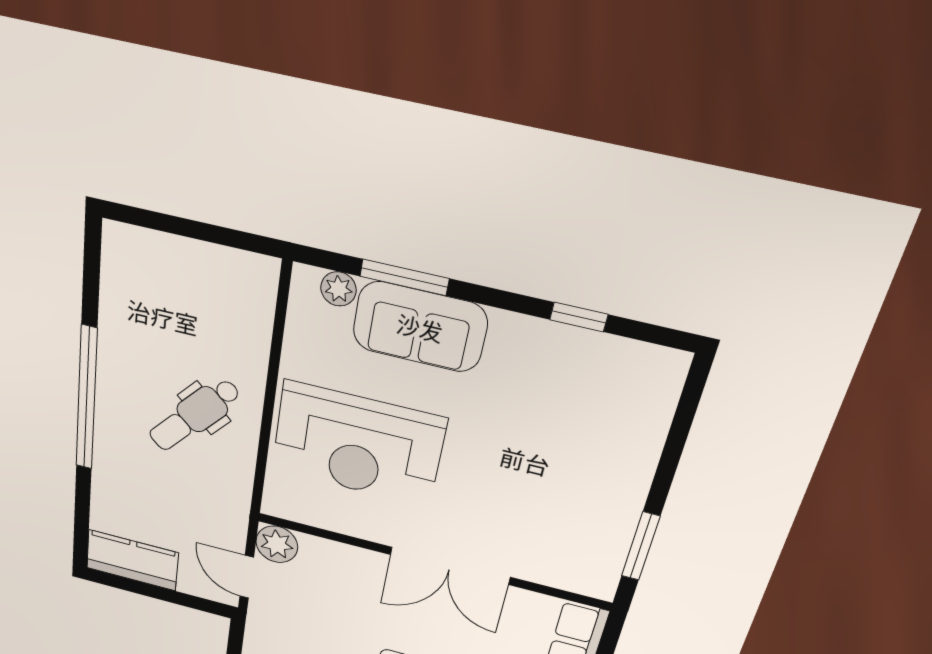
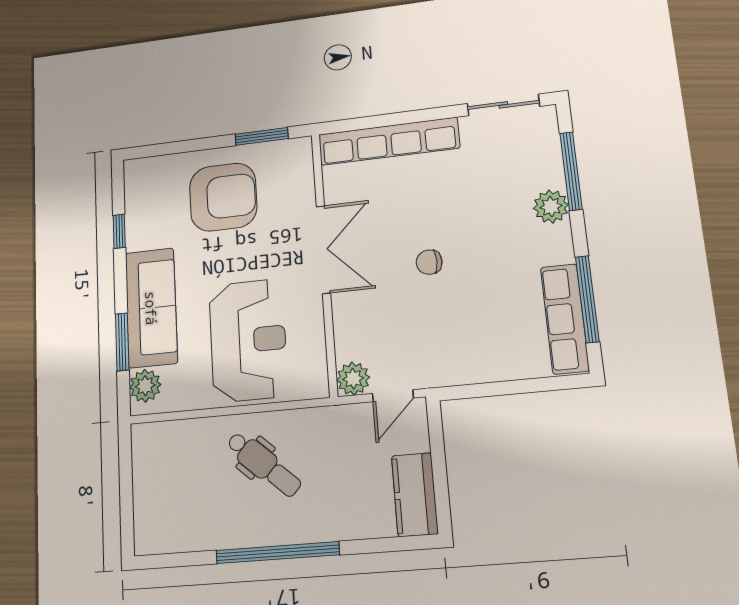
plant: (338, 289) -> (145, 386), width x1.38, depth x1.38
sofa: (420, 327) -> (151, 308), width x1.36
armchair: (572, 473) -> (223, 197), added

